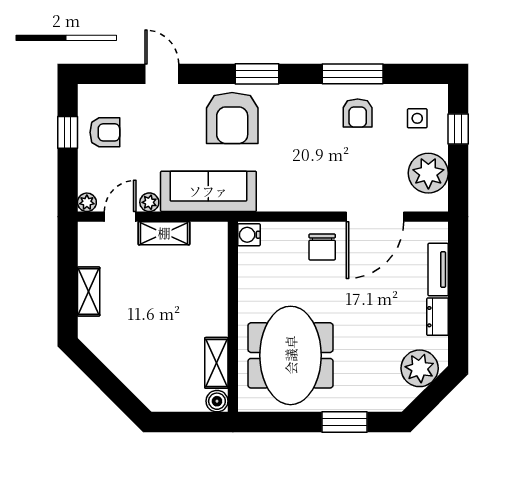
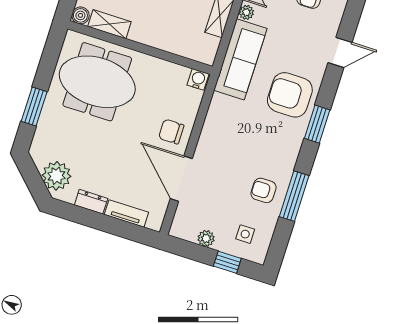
plant: (428, 173) -> (206, 238), width x0.53, depth x0.53

